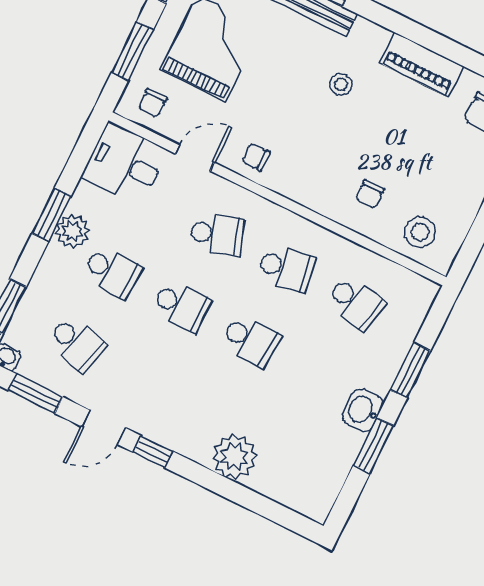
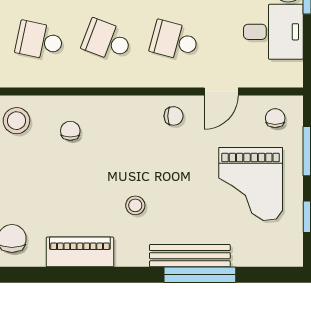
desk: (125, 164) -> (273, 32), moved
school desk: (217, 234) -> (174, 41), turned 33
school desk: (286, 268) -> (107, 41), turned 30

